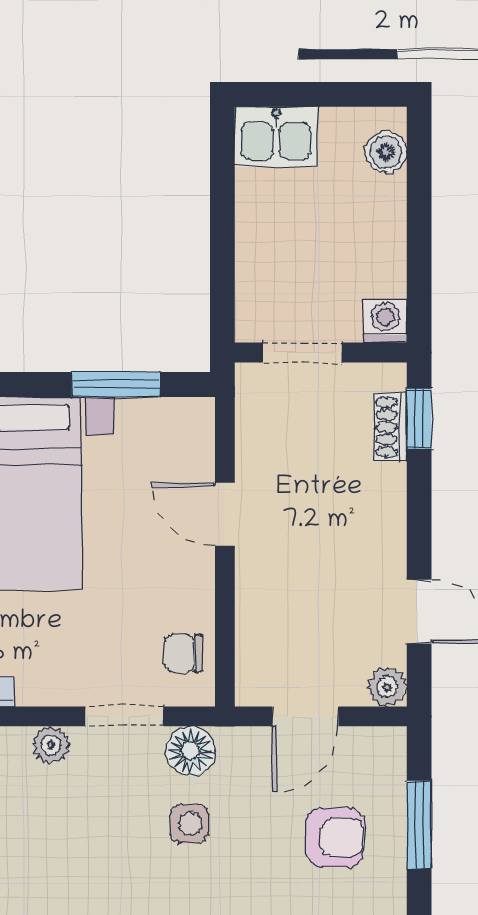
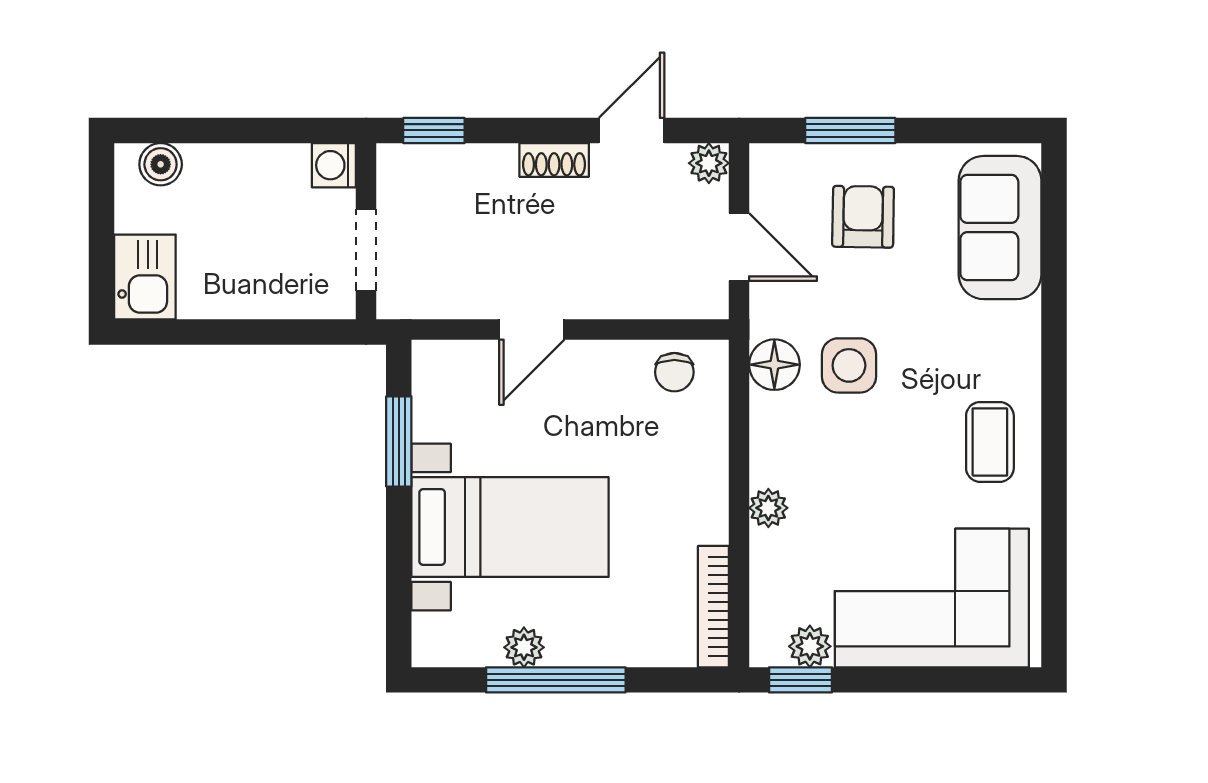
shoe rack: (390, 427) -> (554, 160), moved
doorway: (125, 716) -> (739, 432), removed
side table: (190, 824) -> (849, 365), width x1.37, depth x1.37

